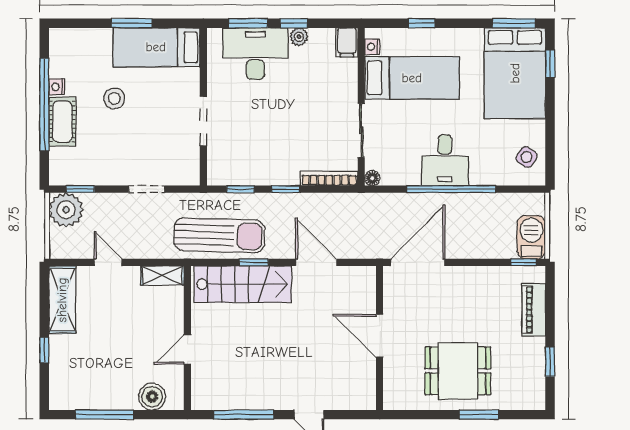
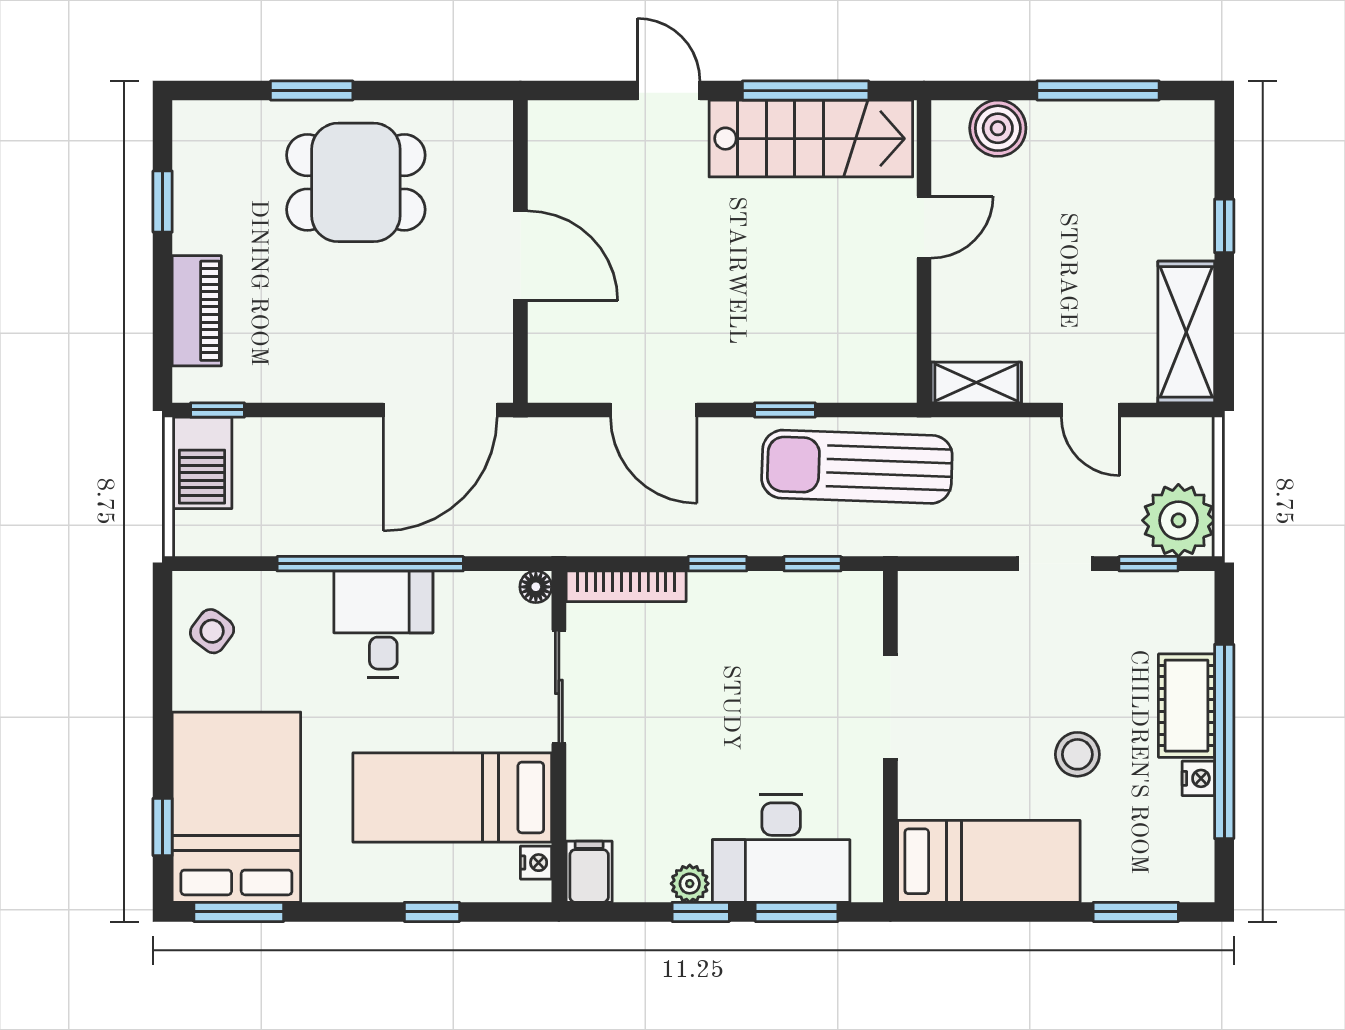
window: (132, 23) -> (1136, 912), moved
doorway: (147, 189) -> (1055, 564), moved
stairs: (243, 284) -> (811, 139), moved, turned 180

